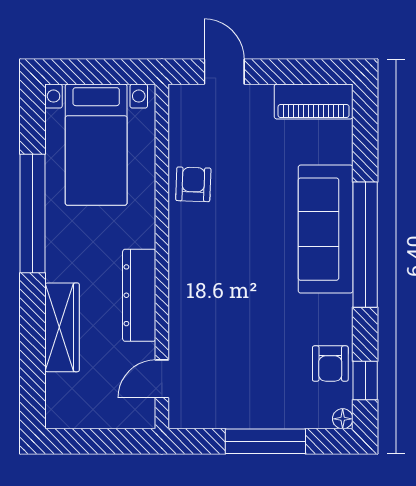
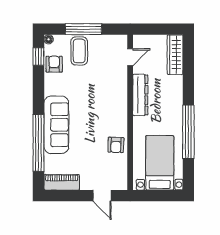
window: (365, 245) -> (38, 143), moved
wardrobe: (62, 327) -> (175, 55), moved
coffee table: (275, 393) -> (79, 51), added

